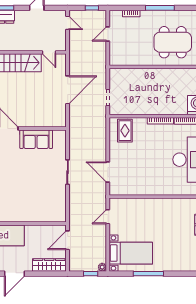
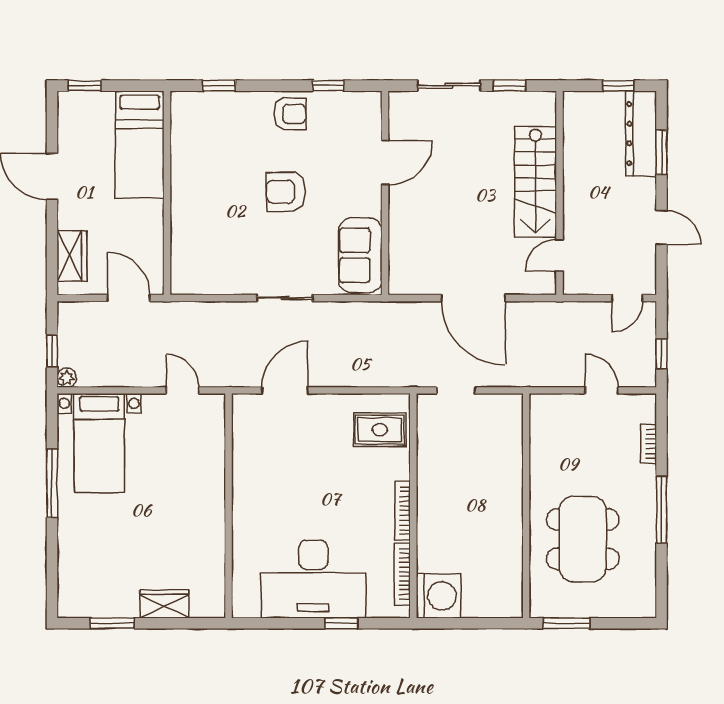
sofa: (36, 139) -> (360, 255), moved
armchair: (21, 172) -> (286, 192), added
wardrobe: (49, 265) -> (72, 256), width x0.67

